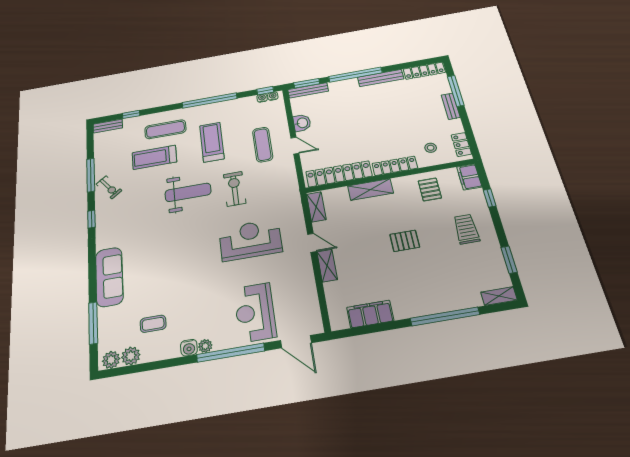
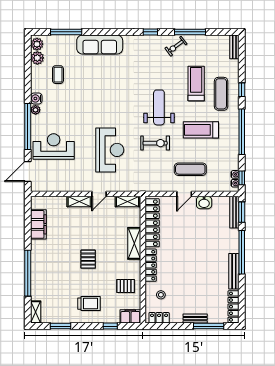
window: (131, 114) -> (242, 90), moved
treadmill: (212, 142) -> (201, 130), turned 180
weight bench: (188, 192) -> (159, 107), turned 180

